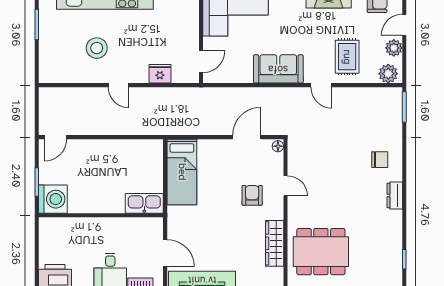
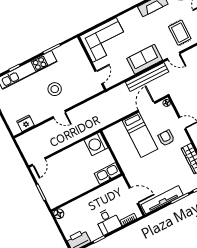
stool: (97, 48) -> (55, 89), moved
fridge: (160, 74) -> (26, 123), moved
bench: (269, 96) -> (147, 77), added
bed: (182, 172) -> (140, 135), moved
washing machine: (53, 199) -> (96, 144), moved, turned 180
floor lamp: (46, 225) -> (59, 214), added

